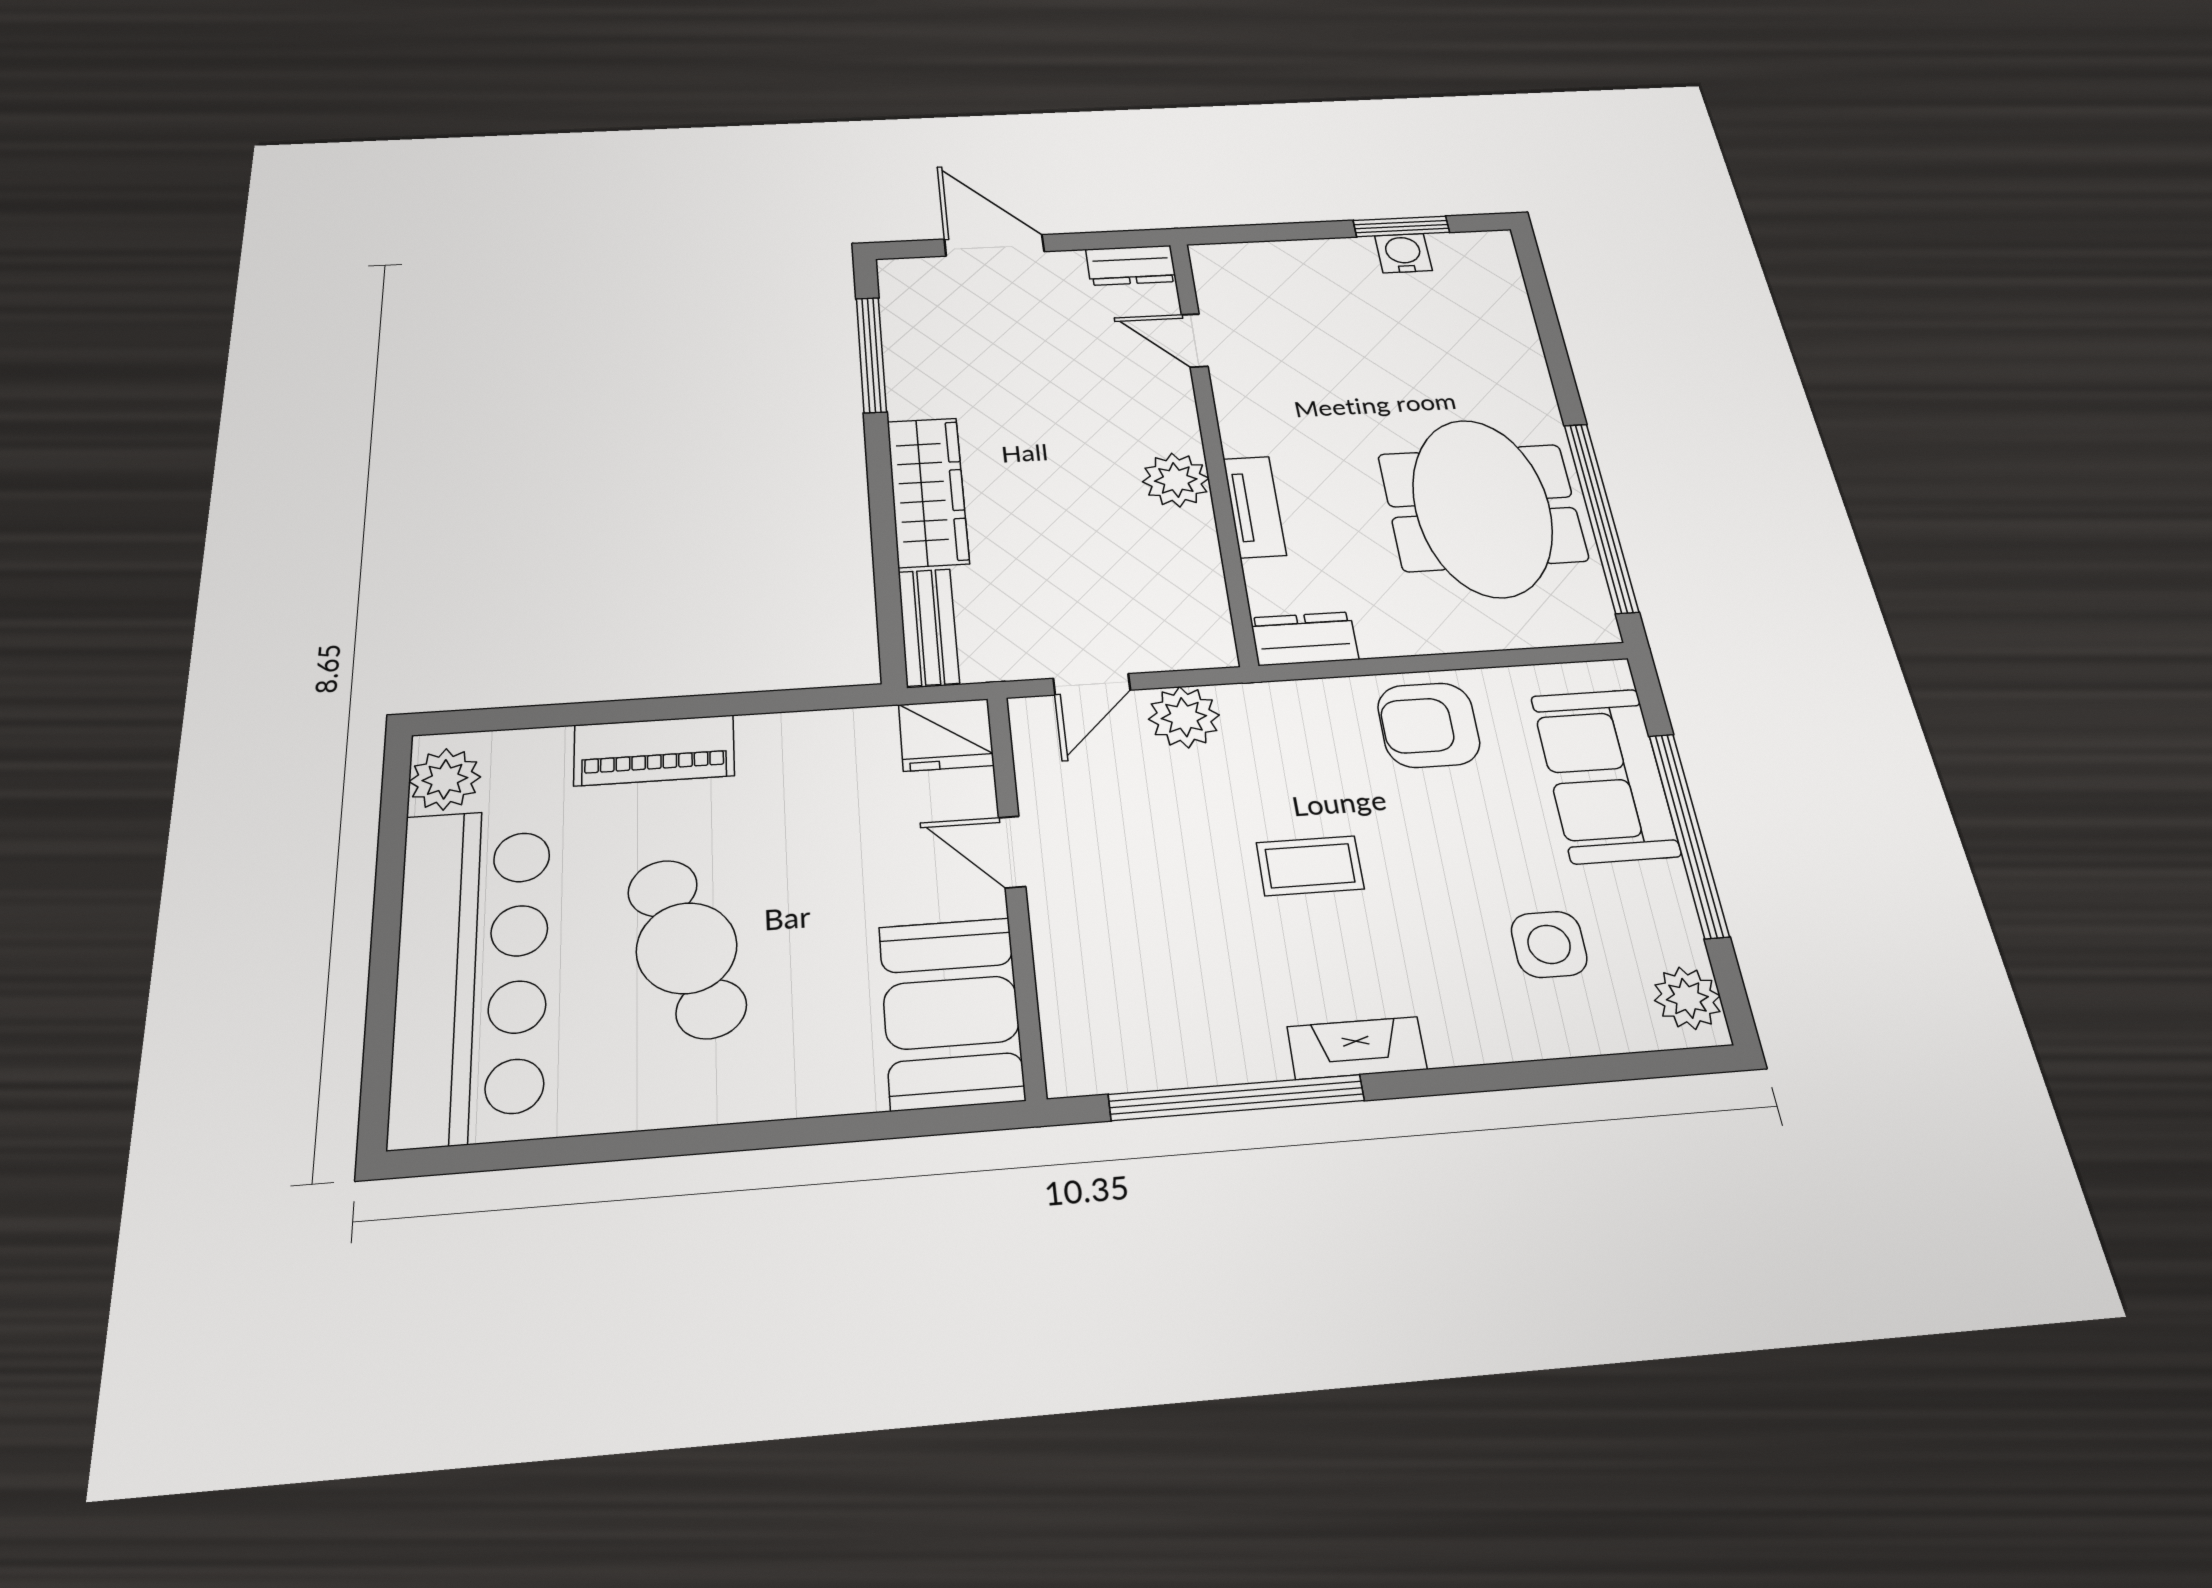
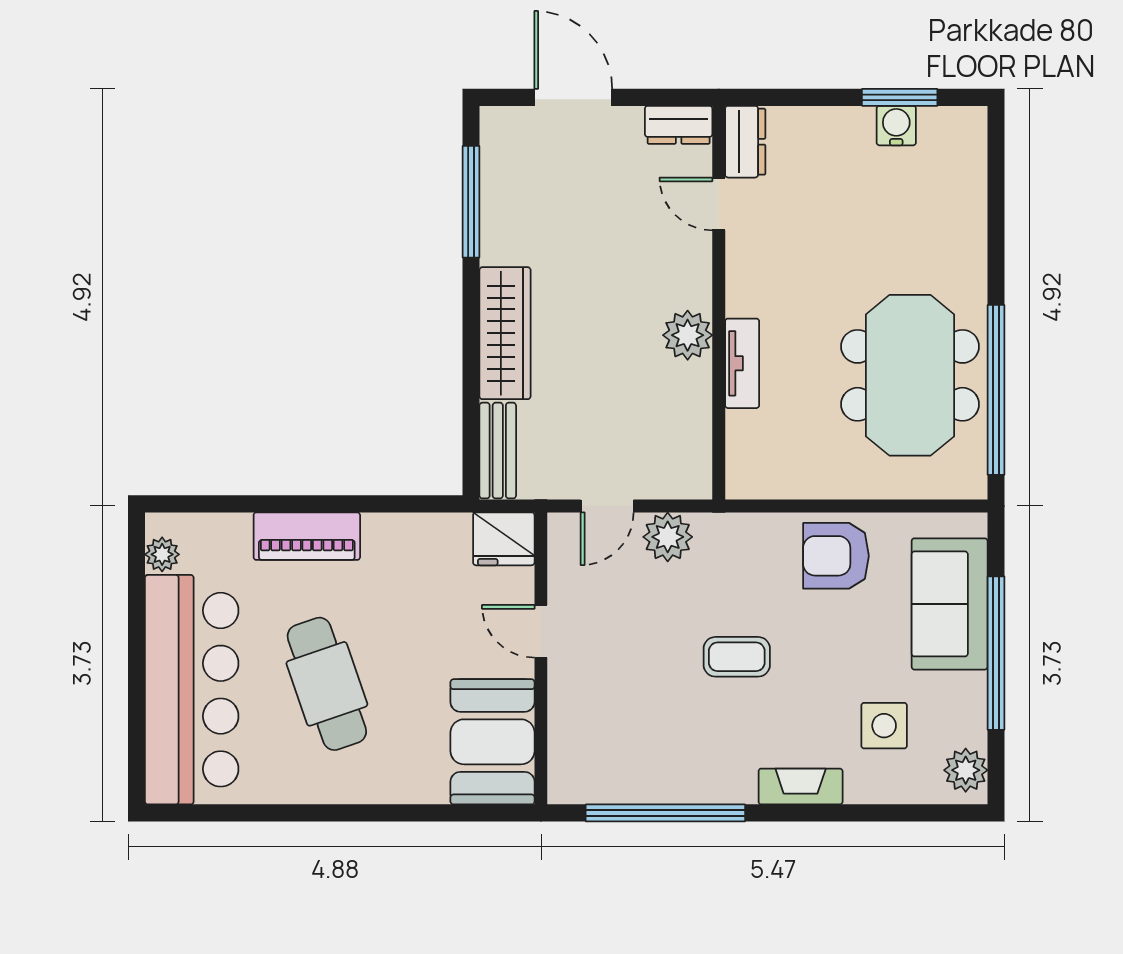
dresser: (1304, 639) -> (745, 142), moved, turned 90
plant: (445, 779) -> (162, 554), width x0.73, depth x0.73
fireplace: (1357, 1048) -> (801, 787), moved

